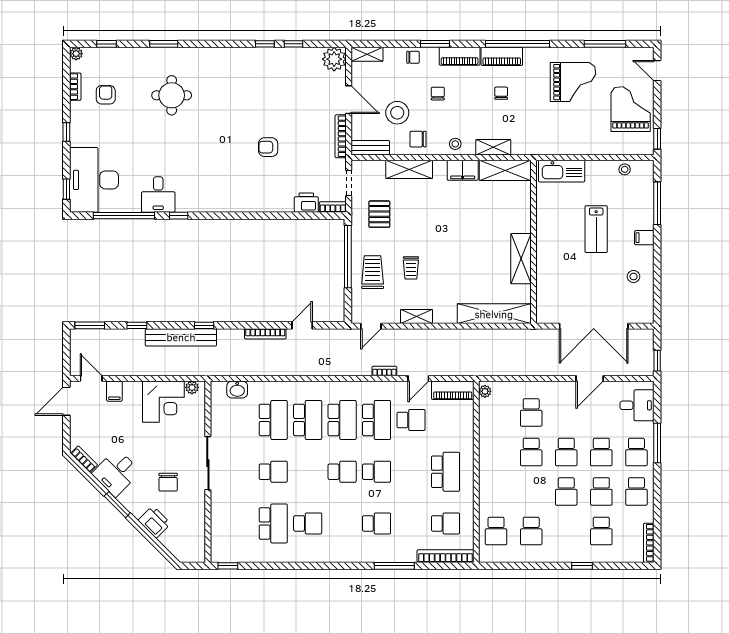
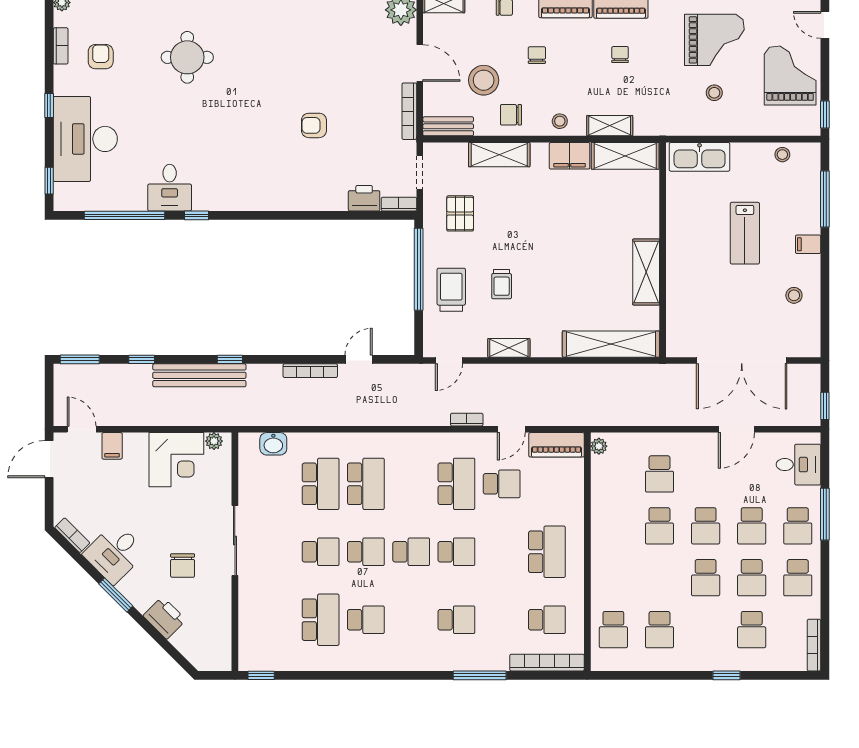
stool: (573, 122) -> (714, 93), added
desk: (94, 180) -> (85, 139), moved
school desk: (342, 420) -> (366, 552), moved, width x0.54

